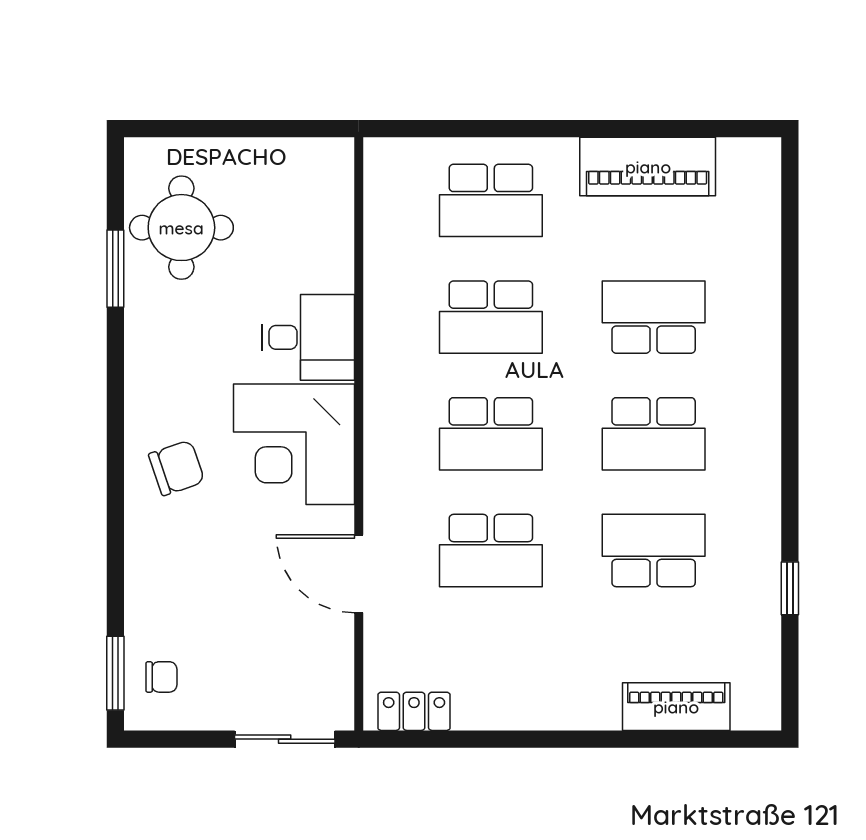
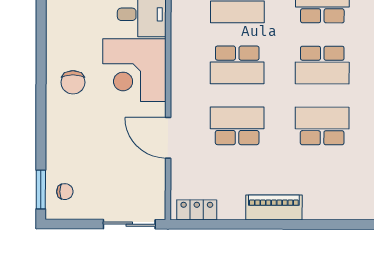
chair: (177, 468) -> (73, 82), turned 109
school desk: (491, 551) -> (237, 126), turned 180
piano: (676, 707) -> (274, 207), moved

